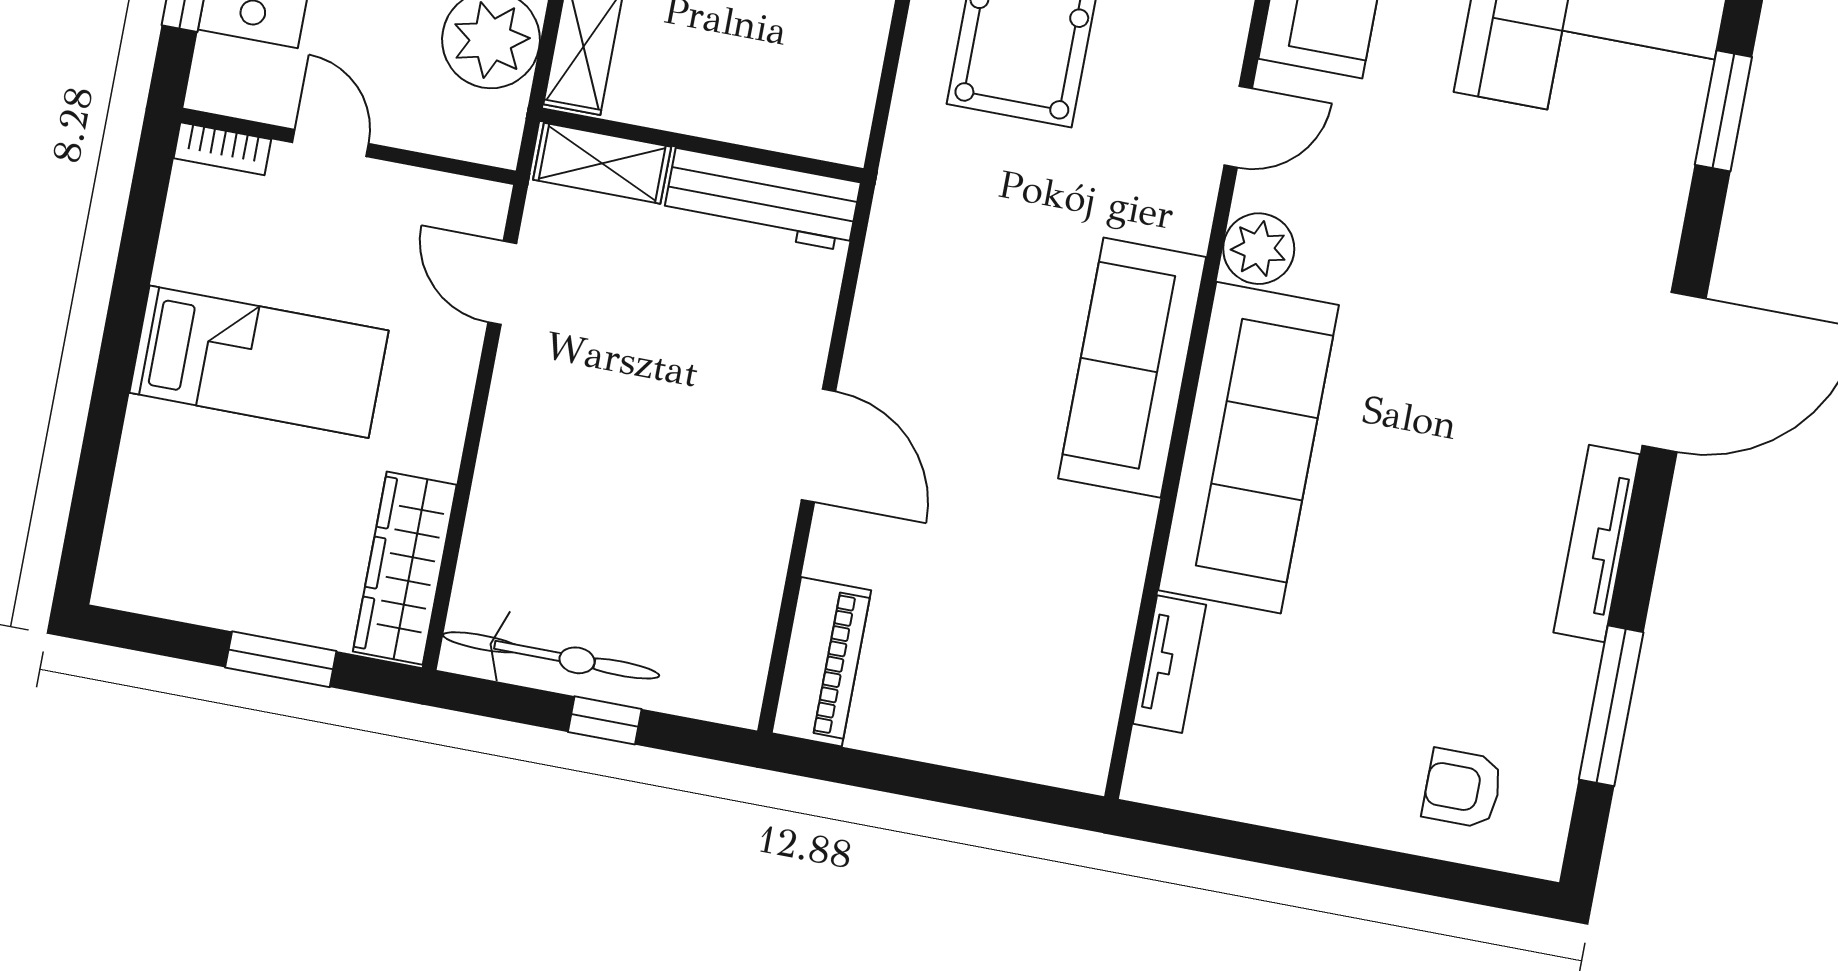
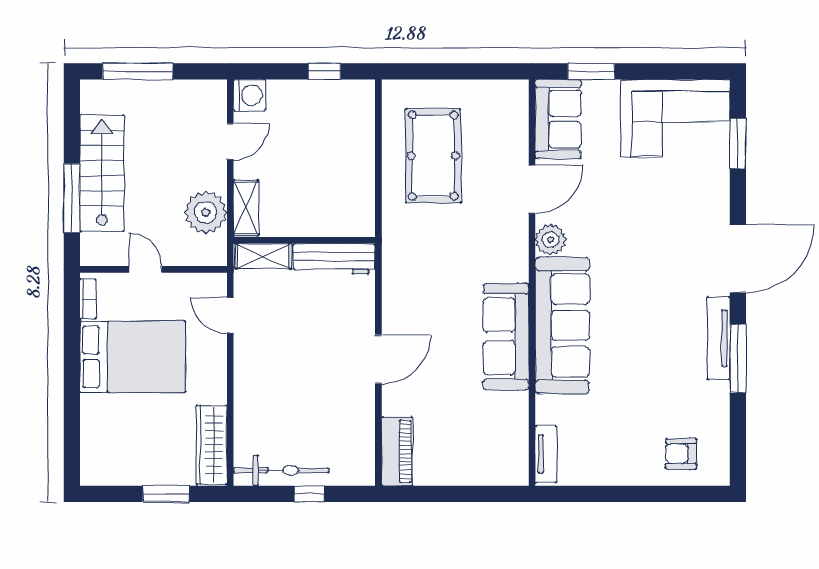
door: (1238, 127) -> (532, 189), width x1.38
bookcase: (222, 149) -> (88, 299), moved, turned -90
bed: (259, 362) -> (133, 357), width x1.50
sofa: (1132, 368) -> (506, 336), moved
door: (819, 445) -> (378, 359), hinge flipped
tv unit: (1170, 664) -> (546, 454), moved
window: (1611, 706) -> (738, 359), moved

